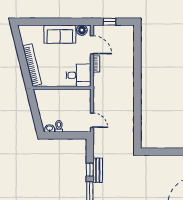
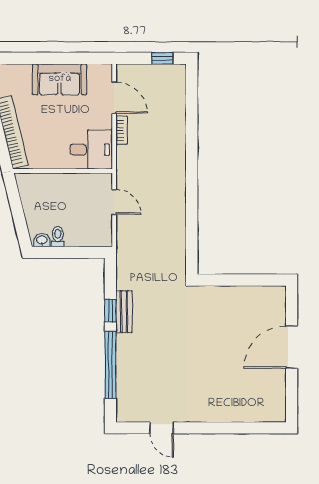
window: (110, 22) -> (162, 58), moved
floor lamp: (82, 30) -> (97, 73), removed
door: (92, 120) -> (114, 202), moved

